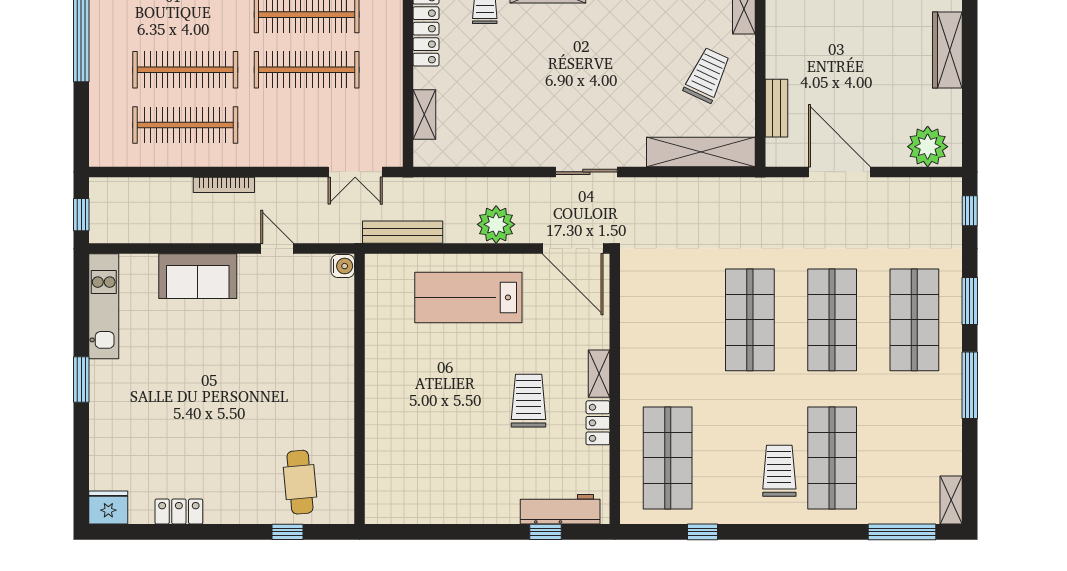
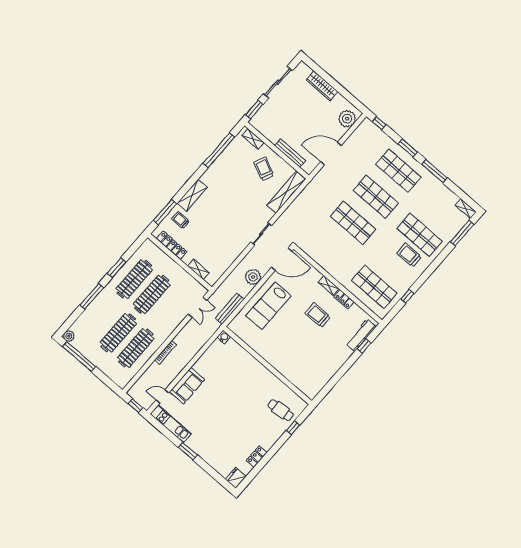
bench: (777, 108) -> (290, 153), width x1.36
door: (277, 249) -> (162, 397), moved

